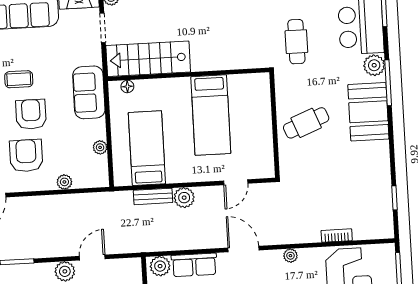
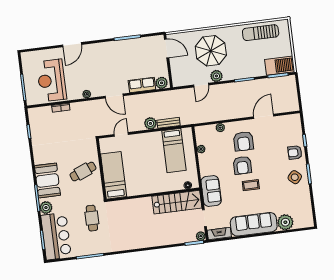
sofa: (89, 92) -> (211, 191), moved
bed: (211, 115) -> (114, 175), moved

